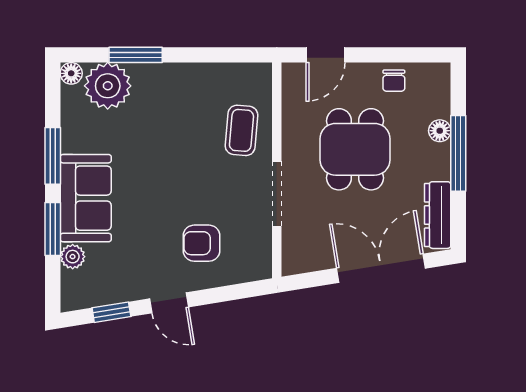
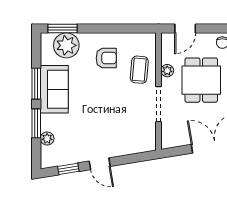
window: (136, 55) -> (63, 29), moved
floor lamp: (71, 73) -> (46, 39), removed
plant: (293, 132) -> (167, 71), added
sofa: (86, 198) -> (54, 89), moved
armchair: (202, 243) -> (106, 58), moved, turned 180

